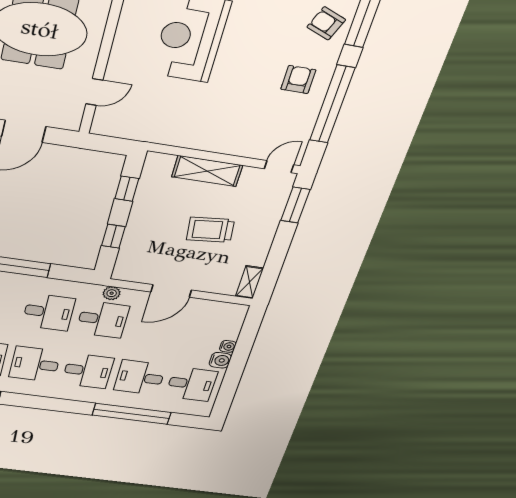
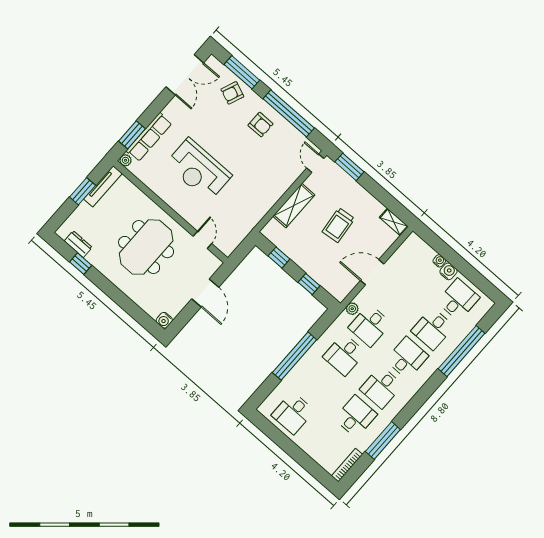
armchair: (298, 80) -> (261, 125), turned 180
door: (171, 291) -> (372, 272), swing flipped
desk: (49, 312) -> (344, 355), turned 180
desk: (103, 319) -> (370, 325), turned 180

